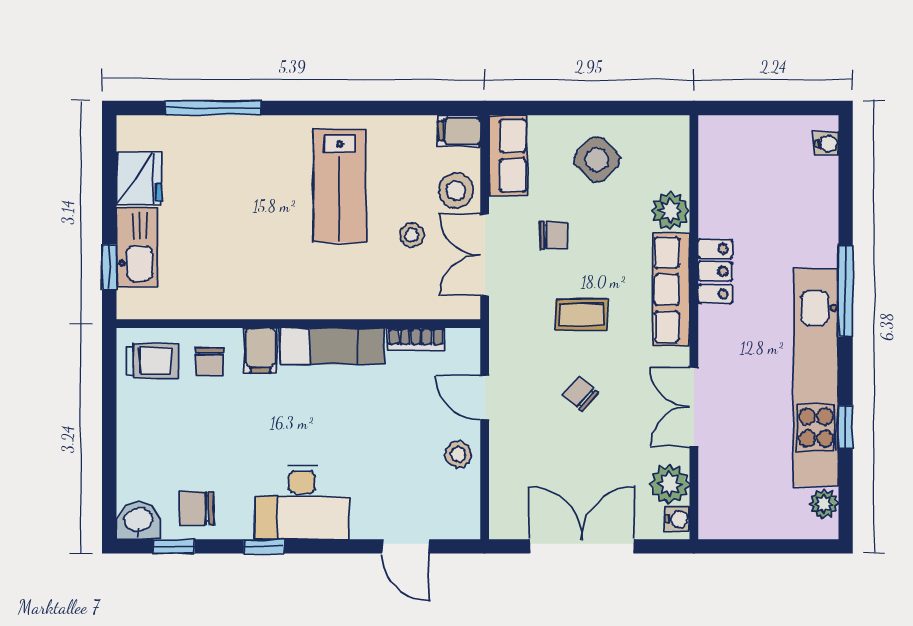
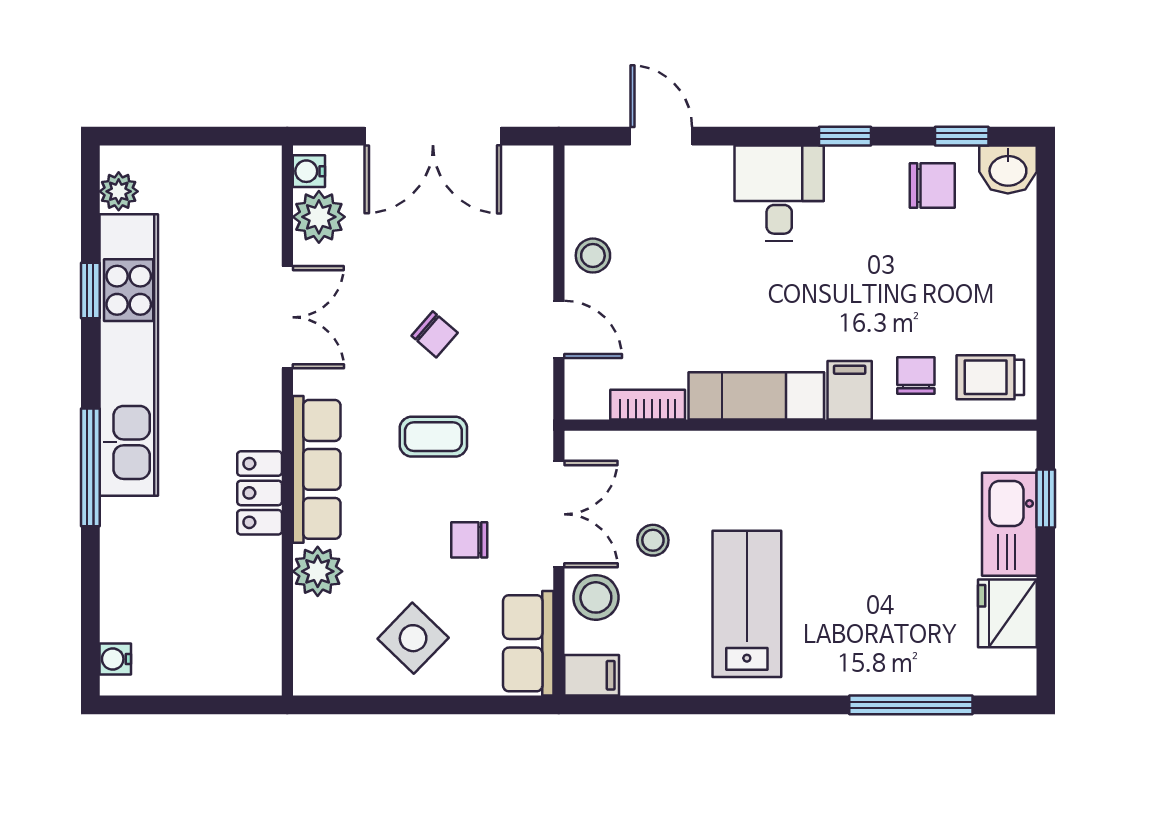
desk: (302, 502) -> (779, 193), width x0.73

